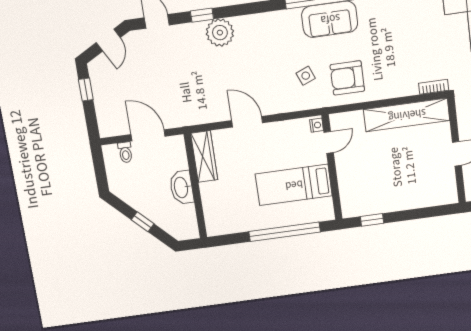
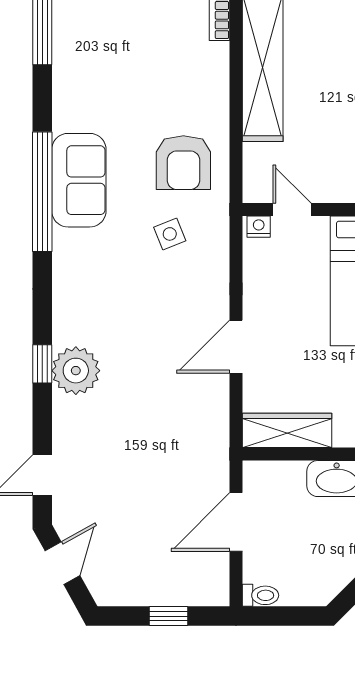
window: (202, 15) -> (42, 364), moved
door: (108, 40) -> (62, 563), hinge flipped
window: (86, 89) -> (169, 616), moved
toilet: (125, 152) -> (260, 595), moved

